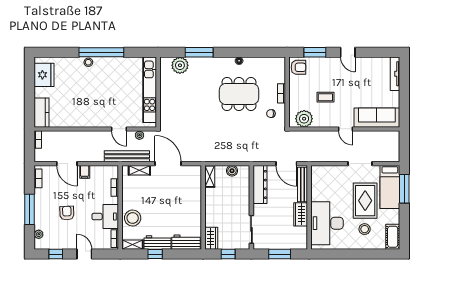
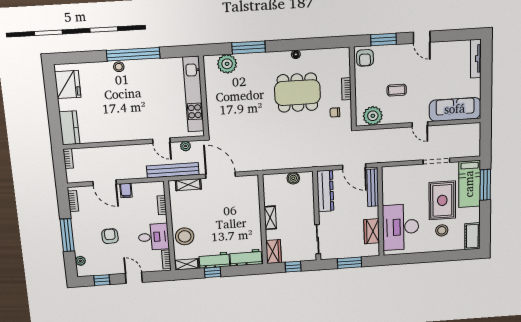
armchair: (298, 67) -> (365, 58), turned 90
shelving: (210, 176) -> (270, 218), moved
wardrobe: (301, 214) -> (372, 231), moved

